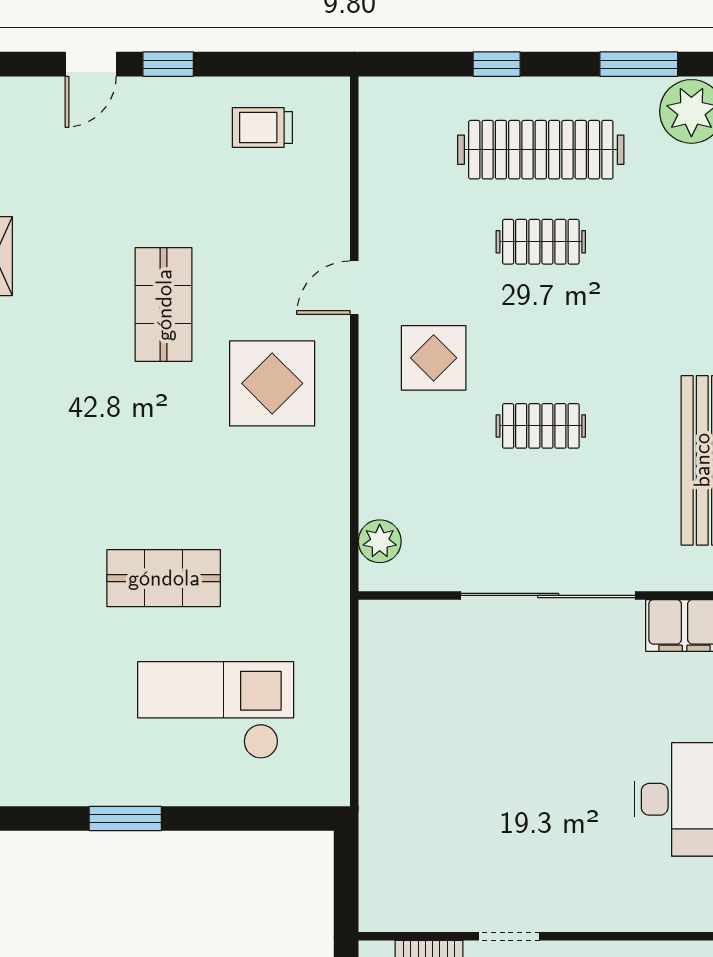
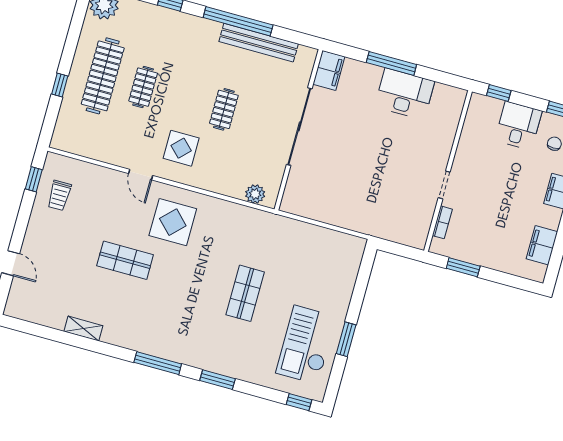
window: (168, 64) -> (34, 179), moved
window: (639, 64) -> (77, 23), removed
checkout: (216, 710) -> (306, 345), moved

